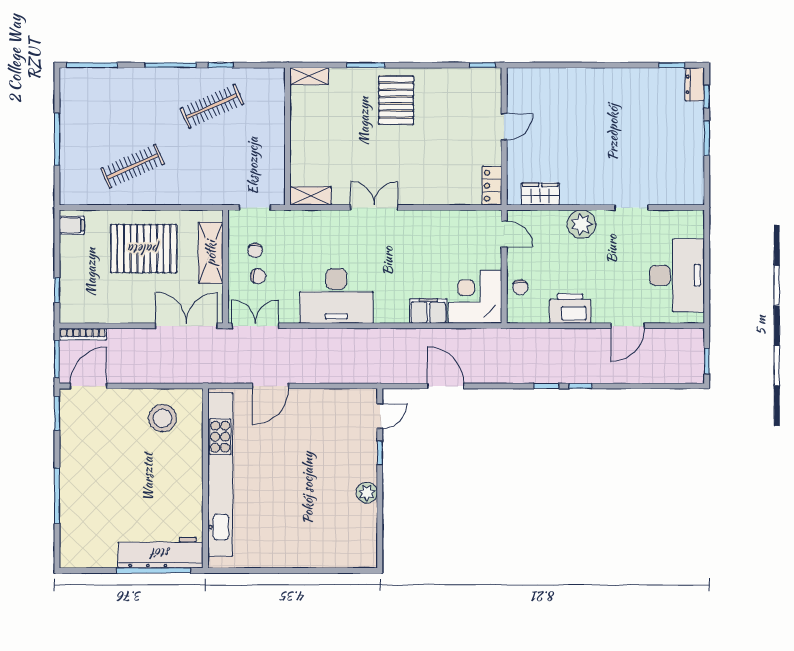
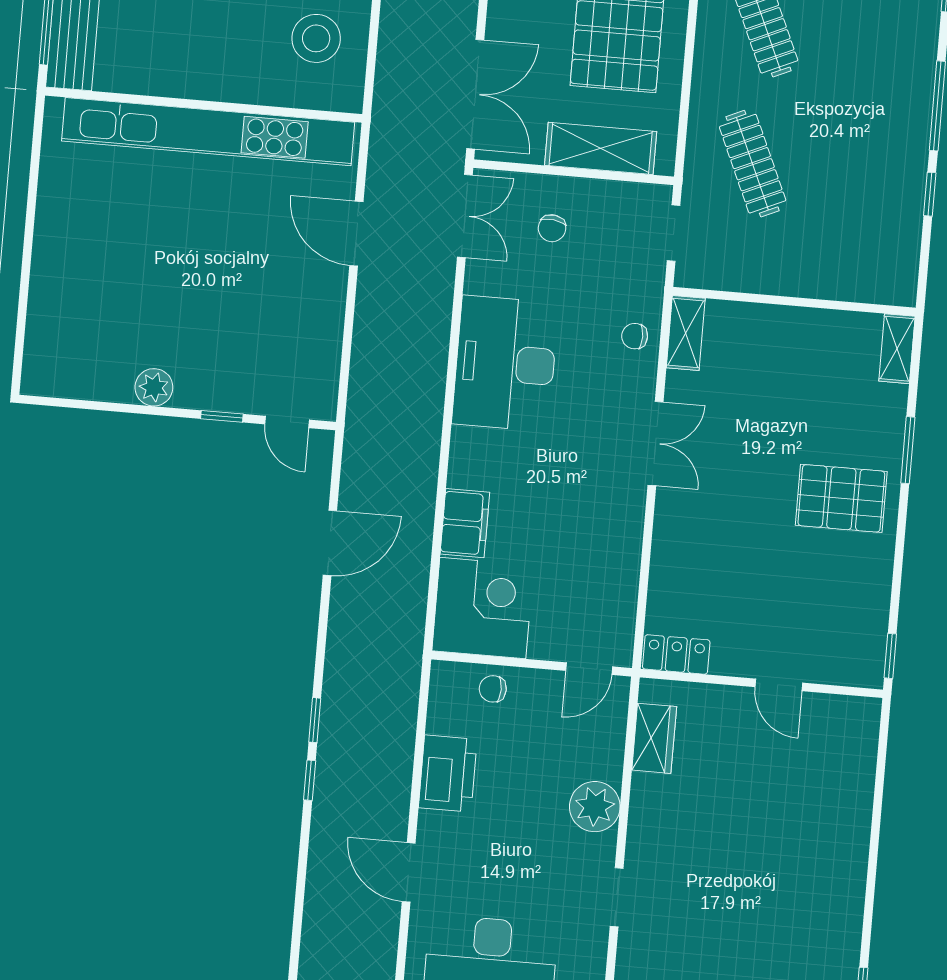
clothes rail: (212, 106) -> (753, 164), moved
chair: (255, 250) -> (635, 336), moved

